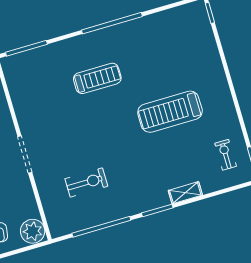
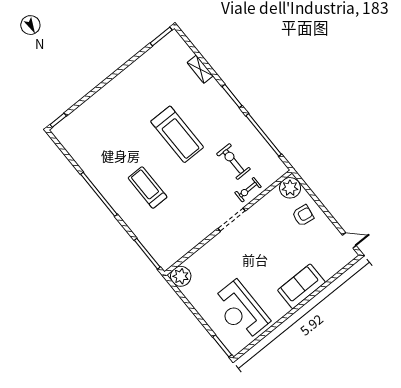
treadmill: (170, 112) -> (177, 134), moved
exercise bike: (226, 155) -> (248, 190), moved
shelving: (185, 193) -> (200, 69), moved

